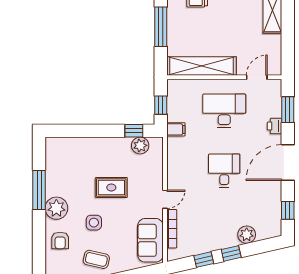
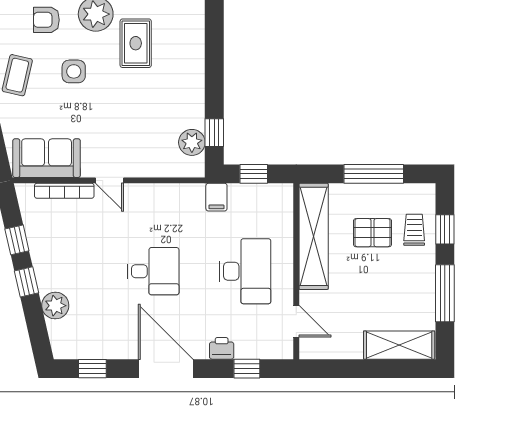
pallet: (199, 28) -> (372, 233), added
window: (288, 110) -> (247, 369), width x0.67
rug: (111, 188) -> (136, 43), moved

